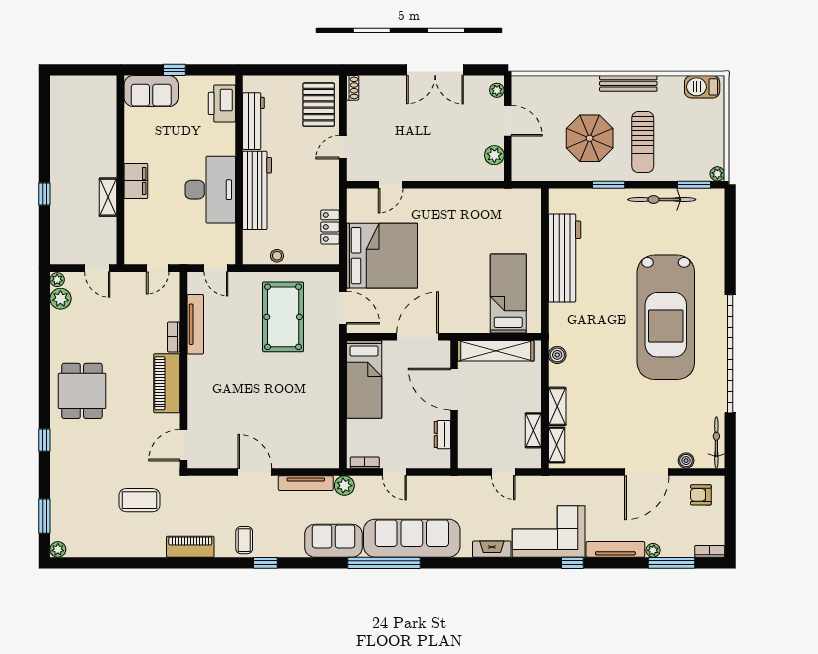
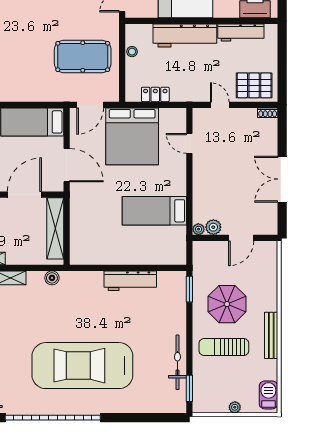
plant: (497, 90) -> (198, 229), moved
plant: (717, 174) -> (235, 407), moved
window: (609, 185) -> (189, 289), moved
workbench: (565, 258) -> (130, 281), width x0.73, depth x0.76
bed: (508, 293) -> (154, 211), moved, turned 180

